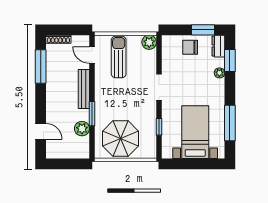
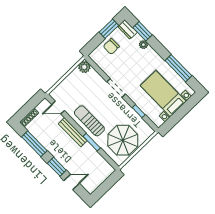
sun lounger: (119, 57) -> (89, 121), moved
window: (41, 106) -> (57, 167), added
plant: (82, 129) -> (94, 157), removed

